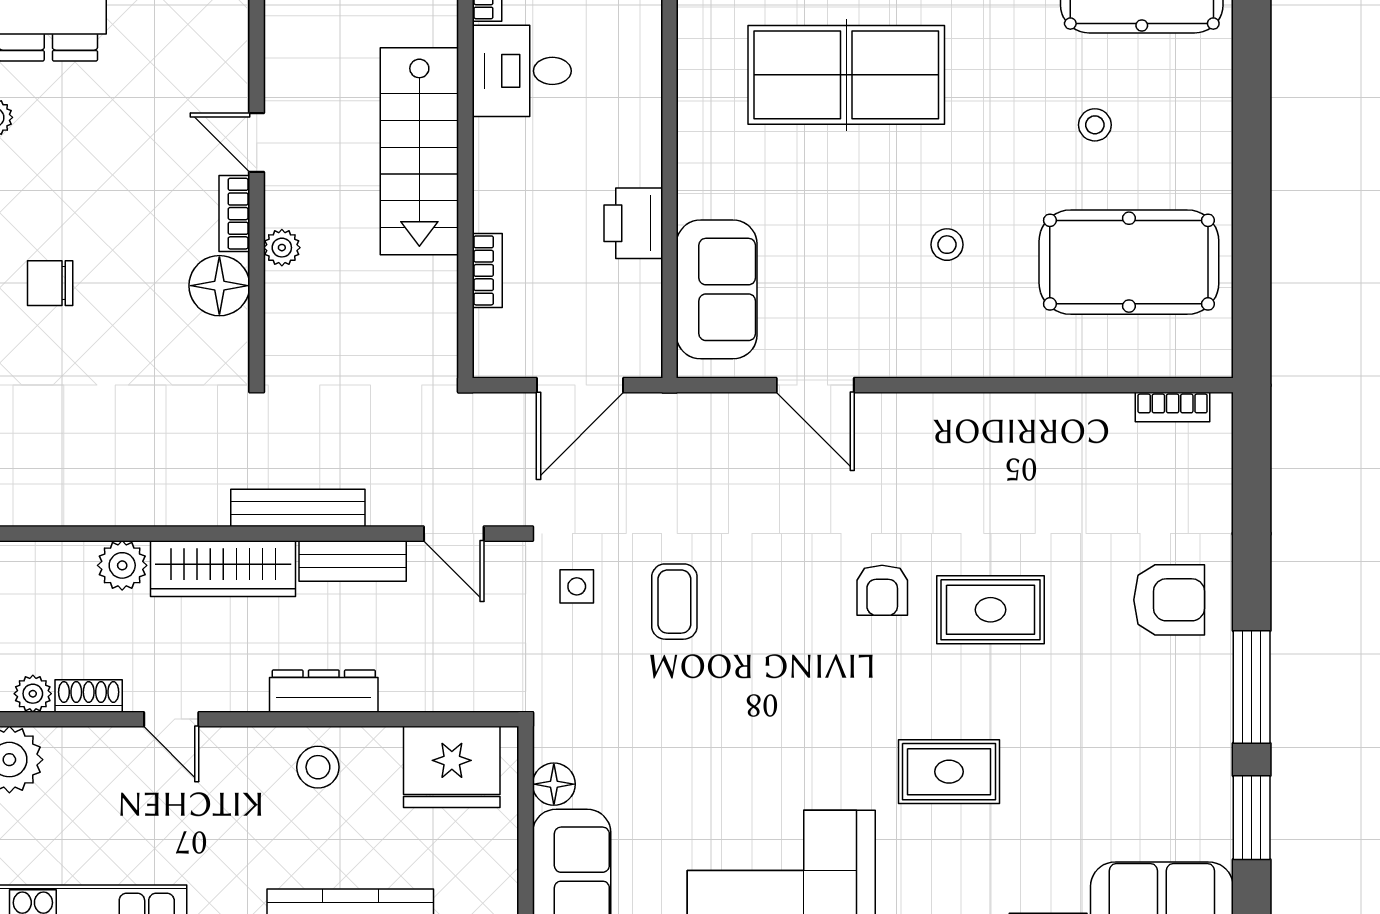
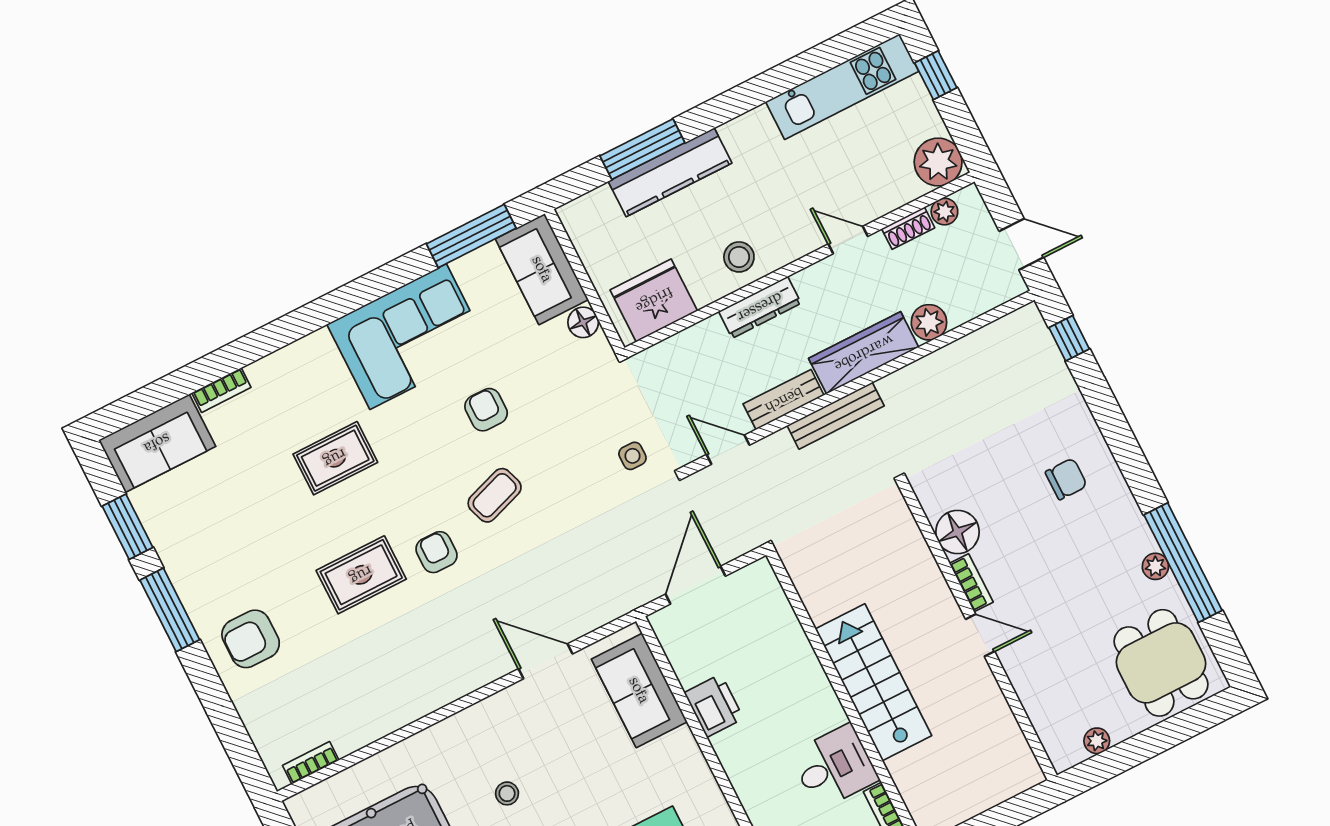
plant: (282, 248) -> (930, 576), removed
bookcase: (487, 270) -> (792, 628), removed
coffee table: (674, 602) -> (495, 495), moved, turned 71
armchair: (730, 737) -> (486, 410), added

